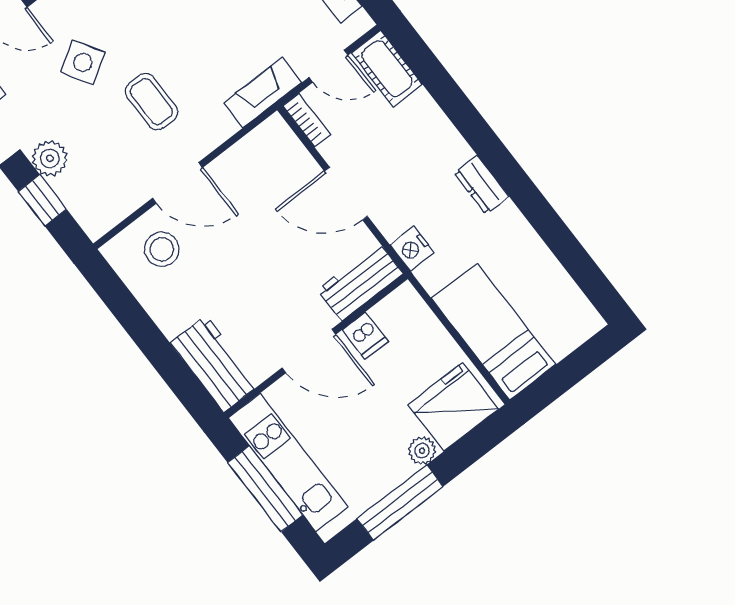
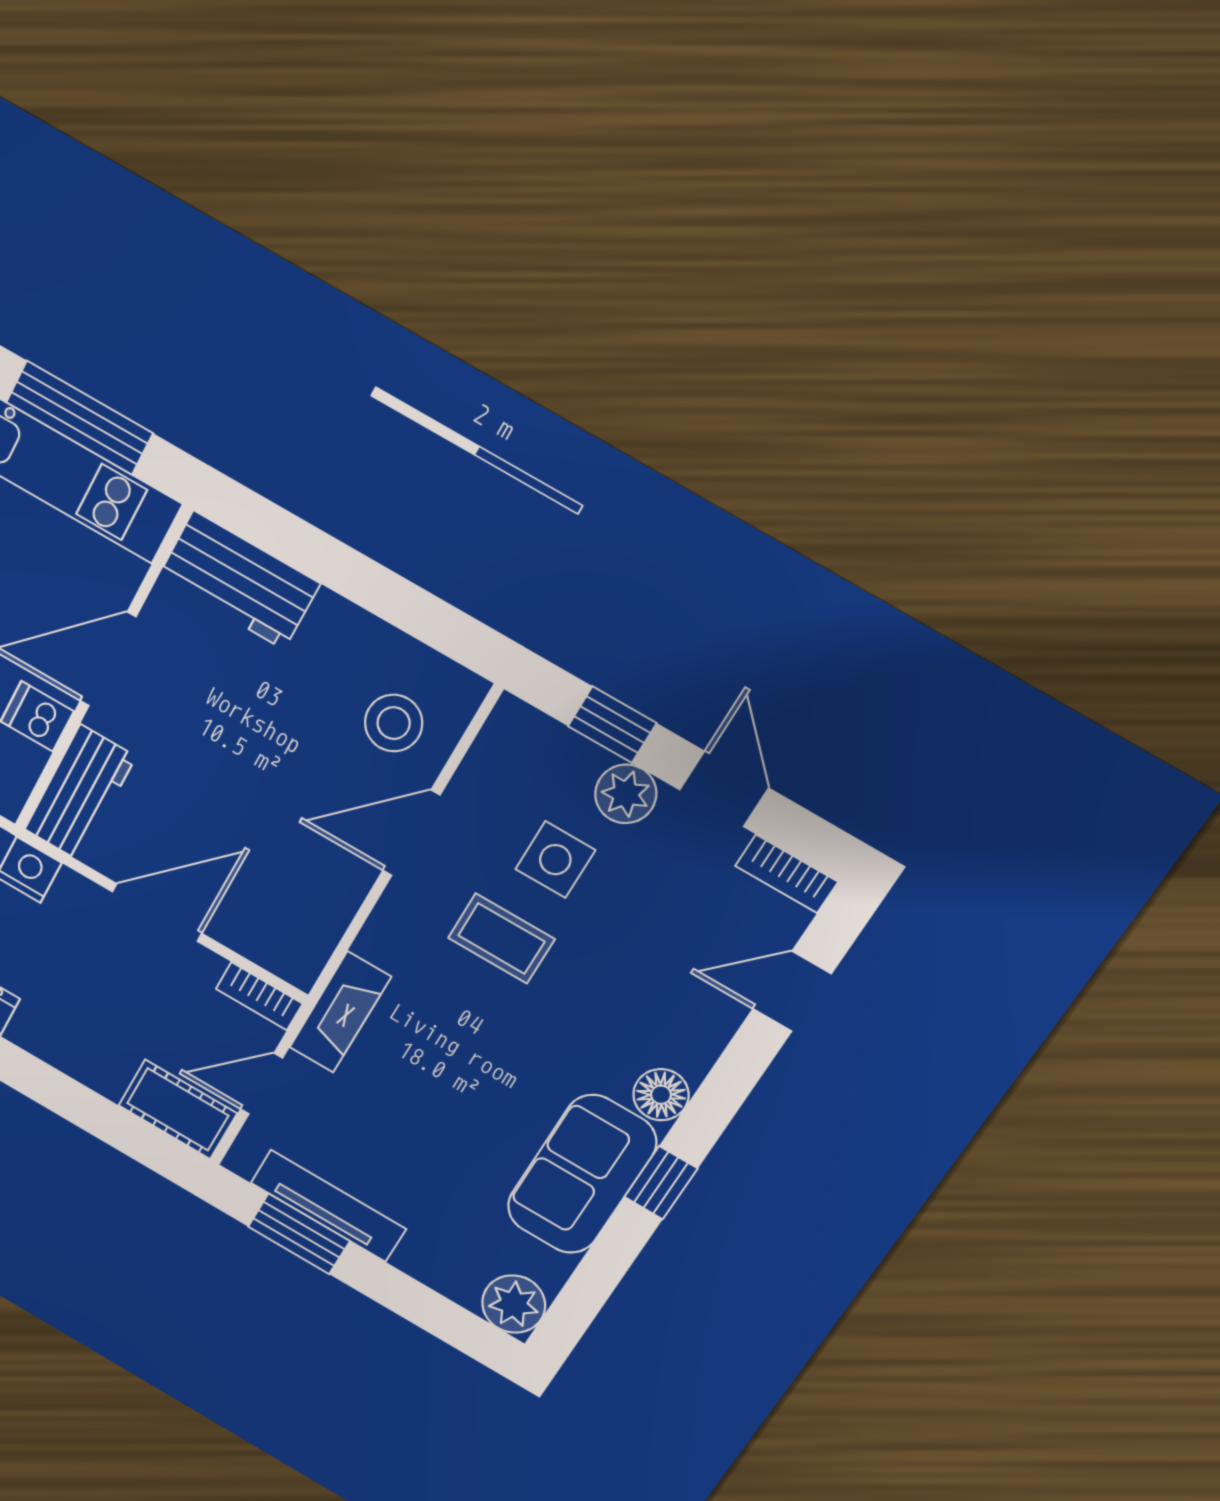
side table: (83, 62) -> (555, 860), moved, turned 31

